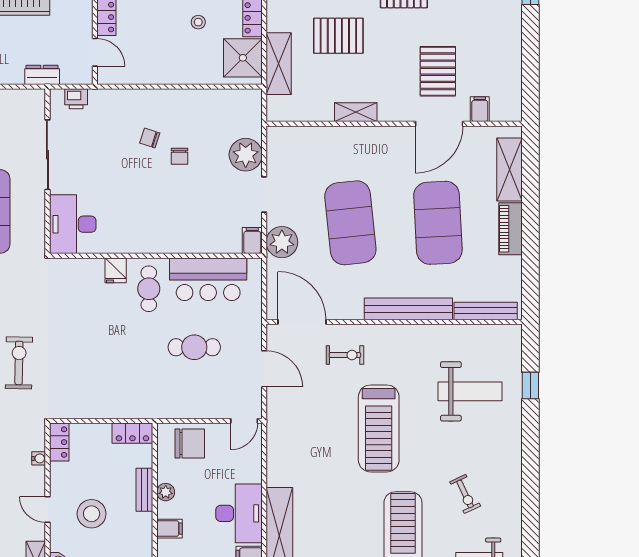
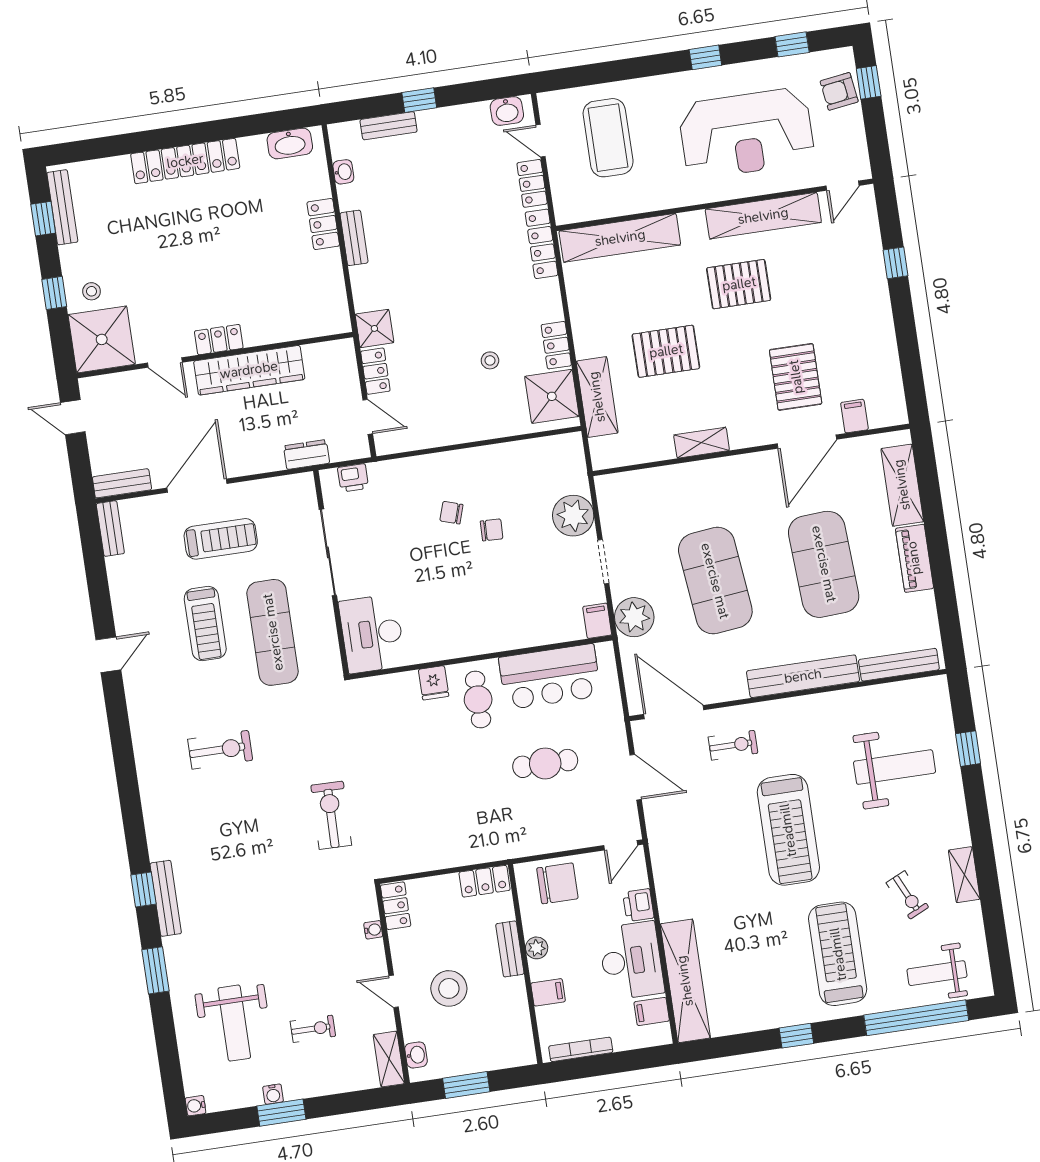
chair: (179, 156) -> (492, 530), turned -88
printer: (251, 470) -> (638, 905), added
shelving: (512, 485) -> (964, 875), added

